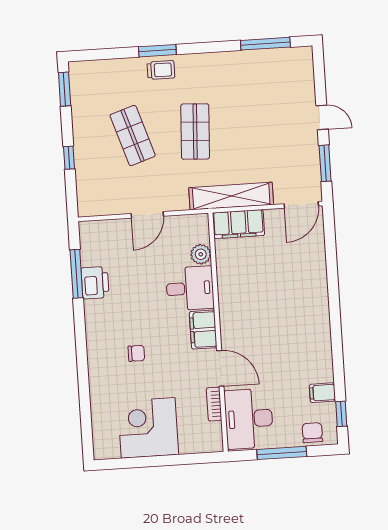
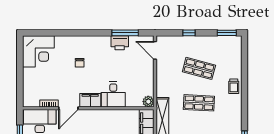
window: (157, 51) -> (245, 85), removed
shop shelf: (133, 136) -> (199, 68), turned 33
door: (147, 215) -> (155, 50), moved
plant: (201, 254) -> (148, 102), moved
corner desk: (148, 428) -> (38, 51), moved, turned 90

